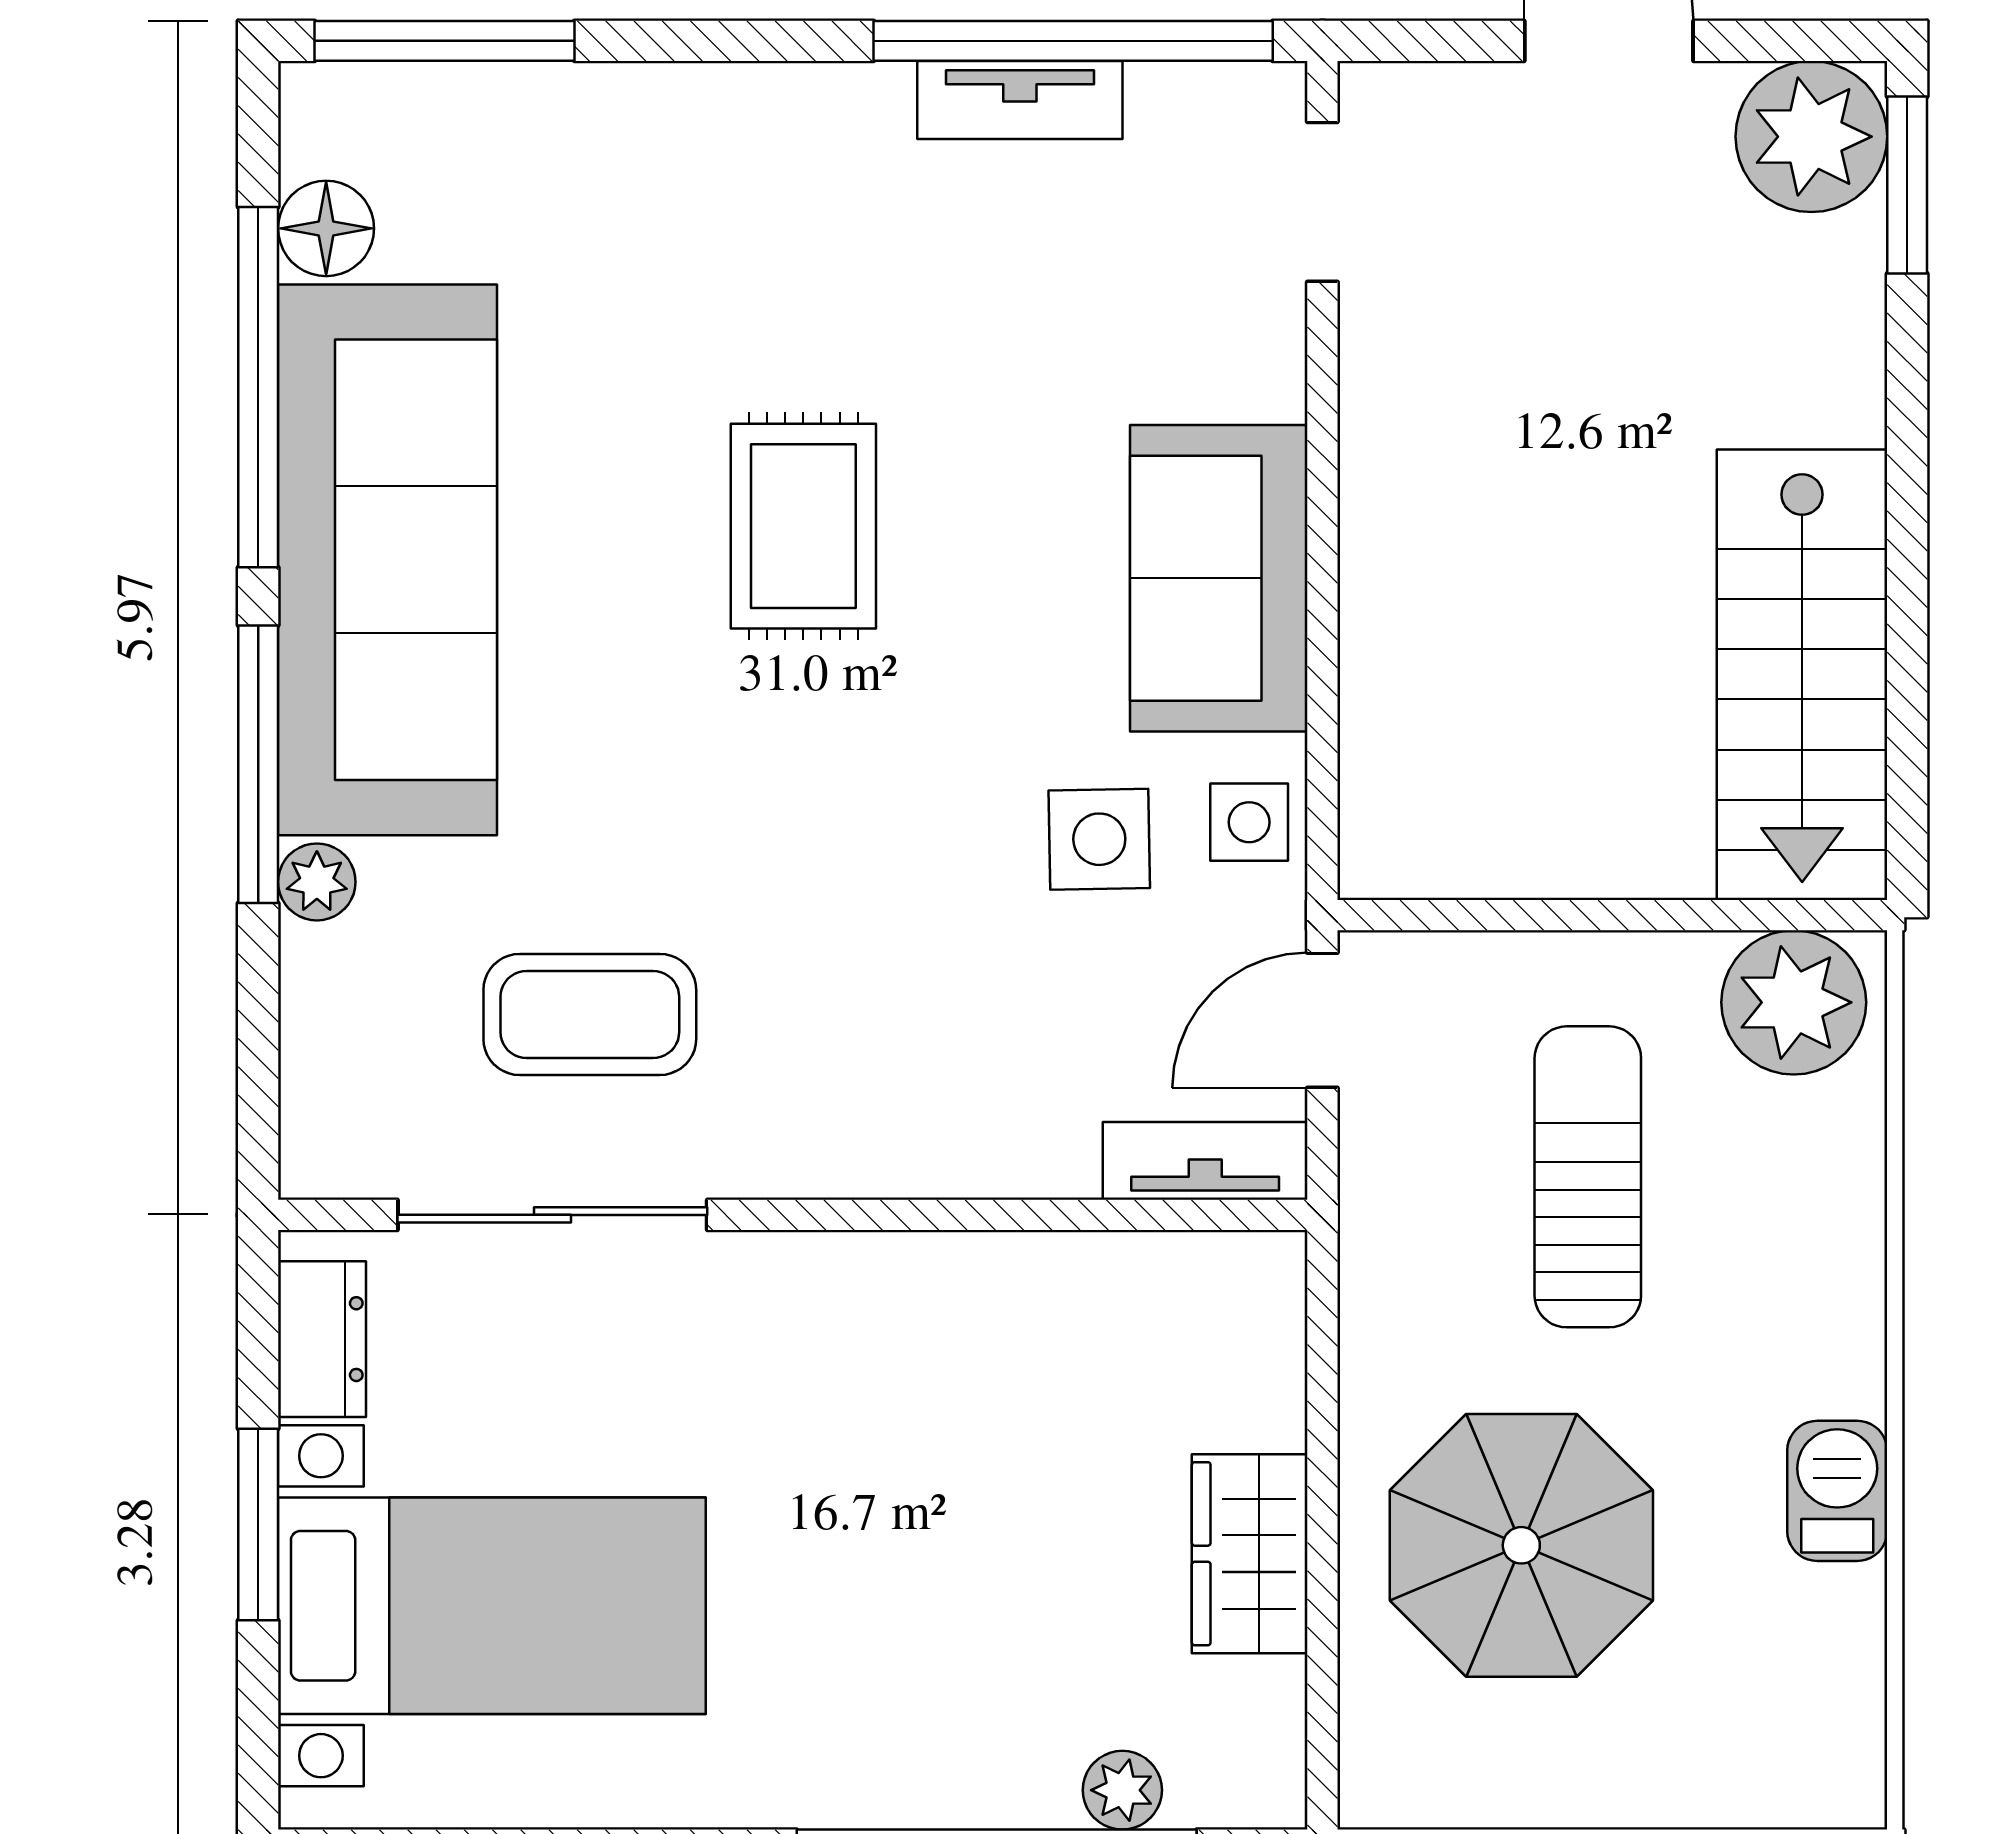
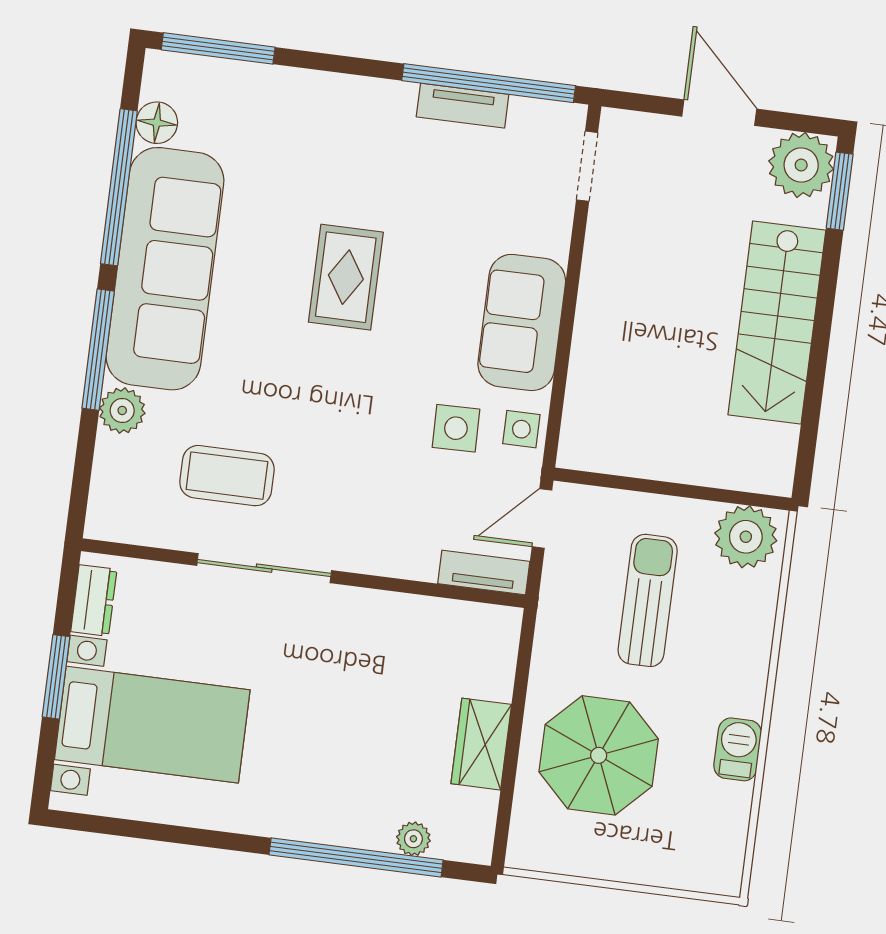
stairs: (1802, 675) -> (777, 323), moved
plant: (317, 882) -> (122, 410), width x1.38, depth x1.38
sliding door: (552, 1215) -> (264, 568), moved

